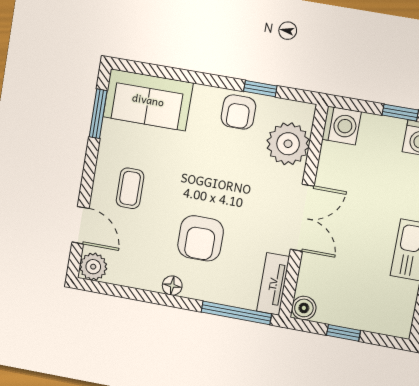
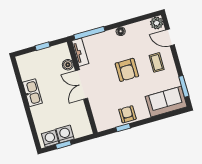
washing machine: (342, 125) -> (65, 134), moved, turned 90
plant: (288, 144) -> (102, 111), removed
armchair: (201, 238) -> (127, 70), moved, turned 180
boiler: (304, 308) -> (68, 65), moved

